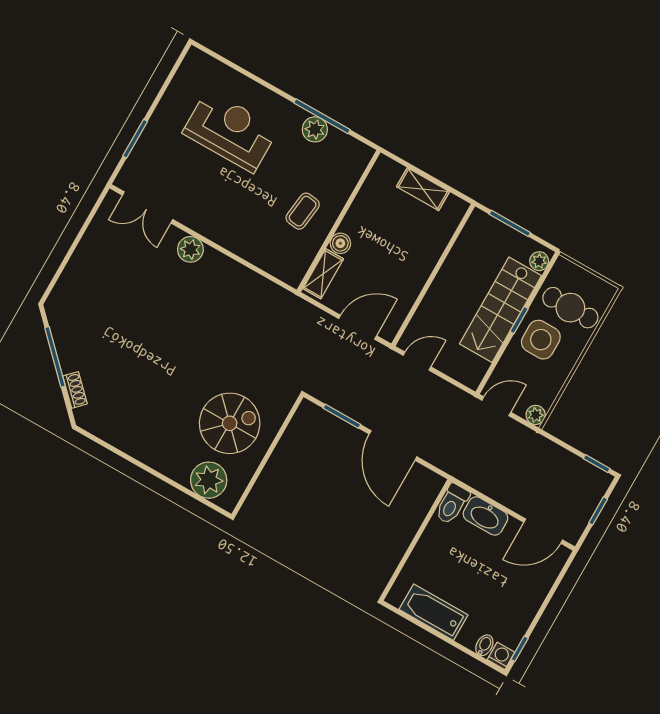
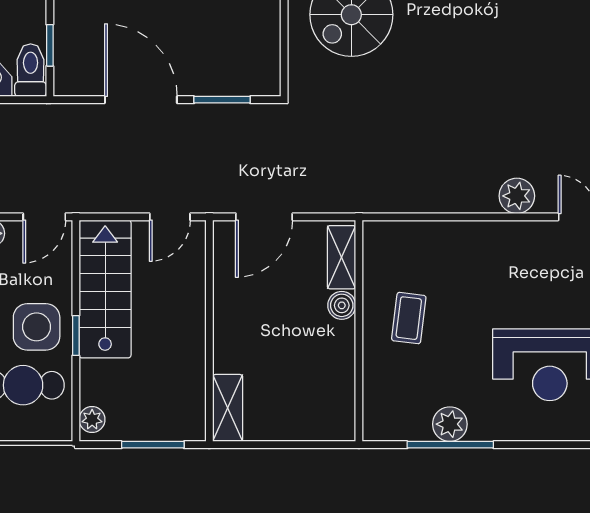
shelving: (423, 189) -> (228, 408), moved, turned 90
stairs: (501, 310) -> (105, 289), moved
window: (431, 513) -> (50, 45), added

